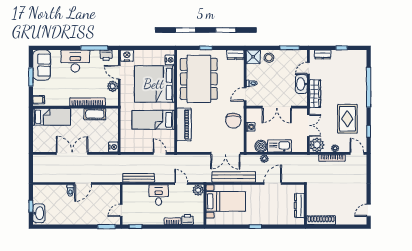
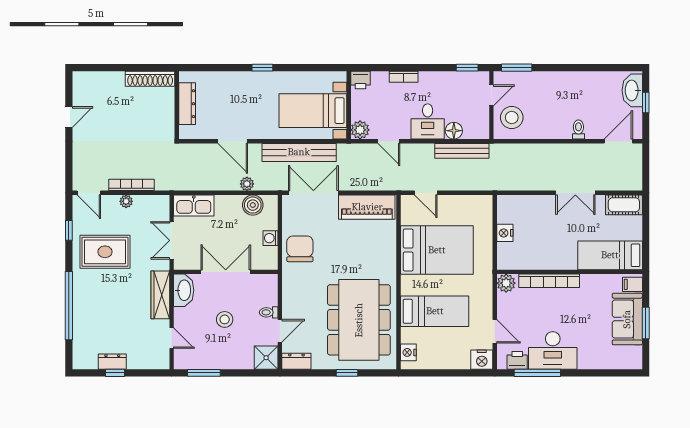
dresser: (323, 54) -> (112, 362), moved
stool: (269, 58) -> (225, 319), moved
desk: (75, 61) -> (553, 351), moved
sofa: (42, 65) -> (627, 319), moved
door: (308, 68) -> (172, 338), hinge flipped
bed: (154, 84) -> (435, 311), width x0.49
washbasin: (301, 84) -> (184, 290), moved
plant: (113, 86) -> (506, 283), moved
door: (245, 94) -> (280, 331), moved
cot: (95, 114) -> (624, 205), moved
rug: (347, 119) -> (105, 252), turned 90
bed: (153, 120) -> (437, 250), width x1.50
piano: (184, 124) -> (367, 207), moved, turned -90
plant: (317, 145) -> (157, 207), removed
kitchen sink: (279, 146) -> (194, 205), moved
nightstand: (113, 147) -> (505, 233), moved
double door: (72, 153) -> (575, 193), width x0.73
door: (83, 184) -> (618, 141), moved
door: (273, 184) -> (233, 141), hinge flipped
floor lamp: (143, 190) -> (454, 131), added
stool: (109, 197) -> (512, 118), added
door: (369, 210) -> (69, 117), moved
printer: (187, 219) -> (360, 80), moved

